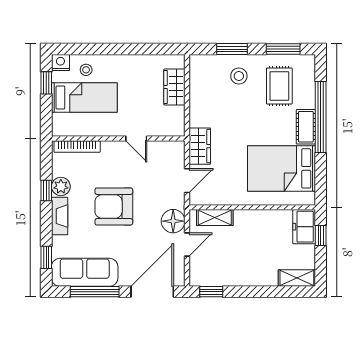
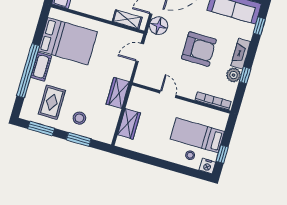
wardrobe: (200, 146) -> (118, 93), moved

